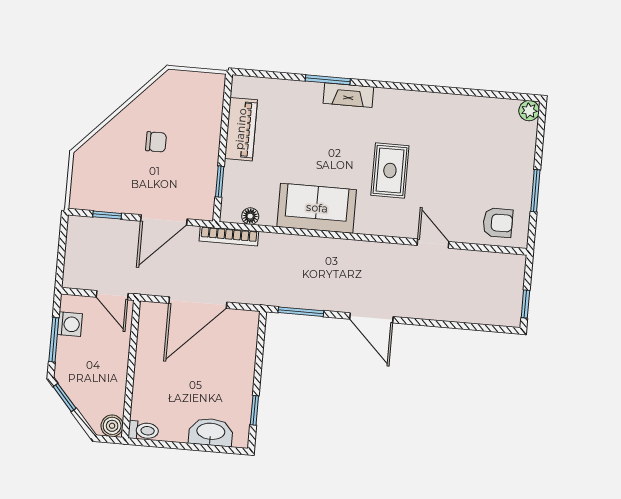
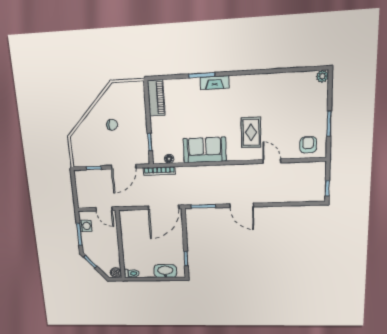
piano: (241, 129) -> (156, 98), moved
rug: (390, 170) -> (251, 132), moved
armchair: (498, 223) -> (308, 145), turned -90
door: (198, 303) -> (163, 207), moved

